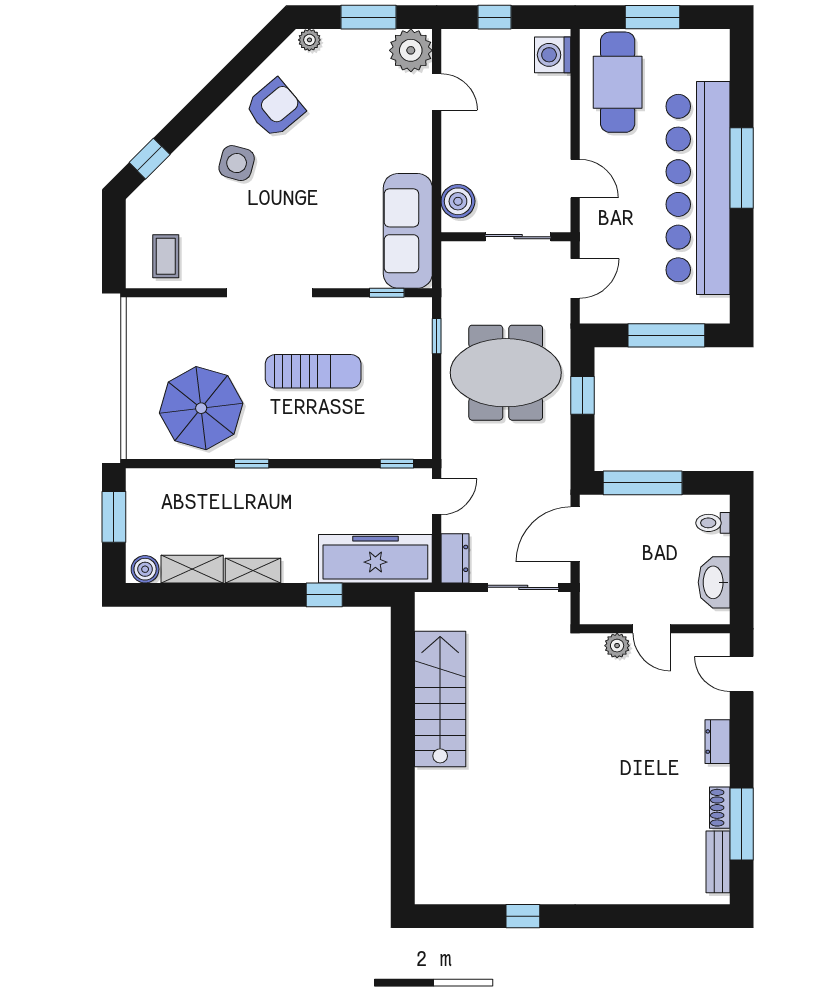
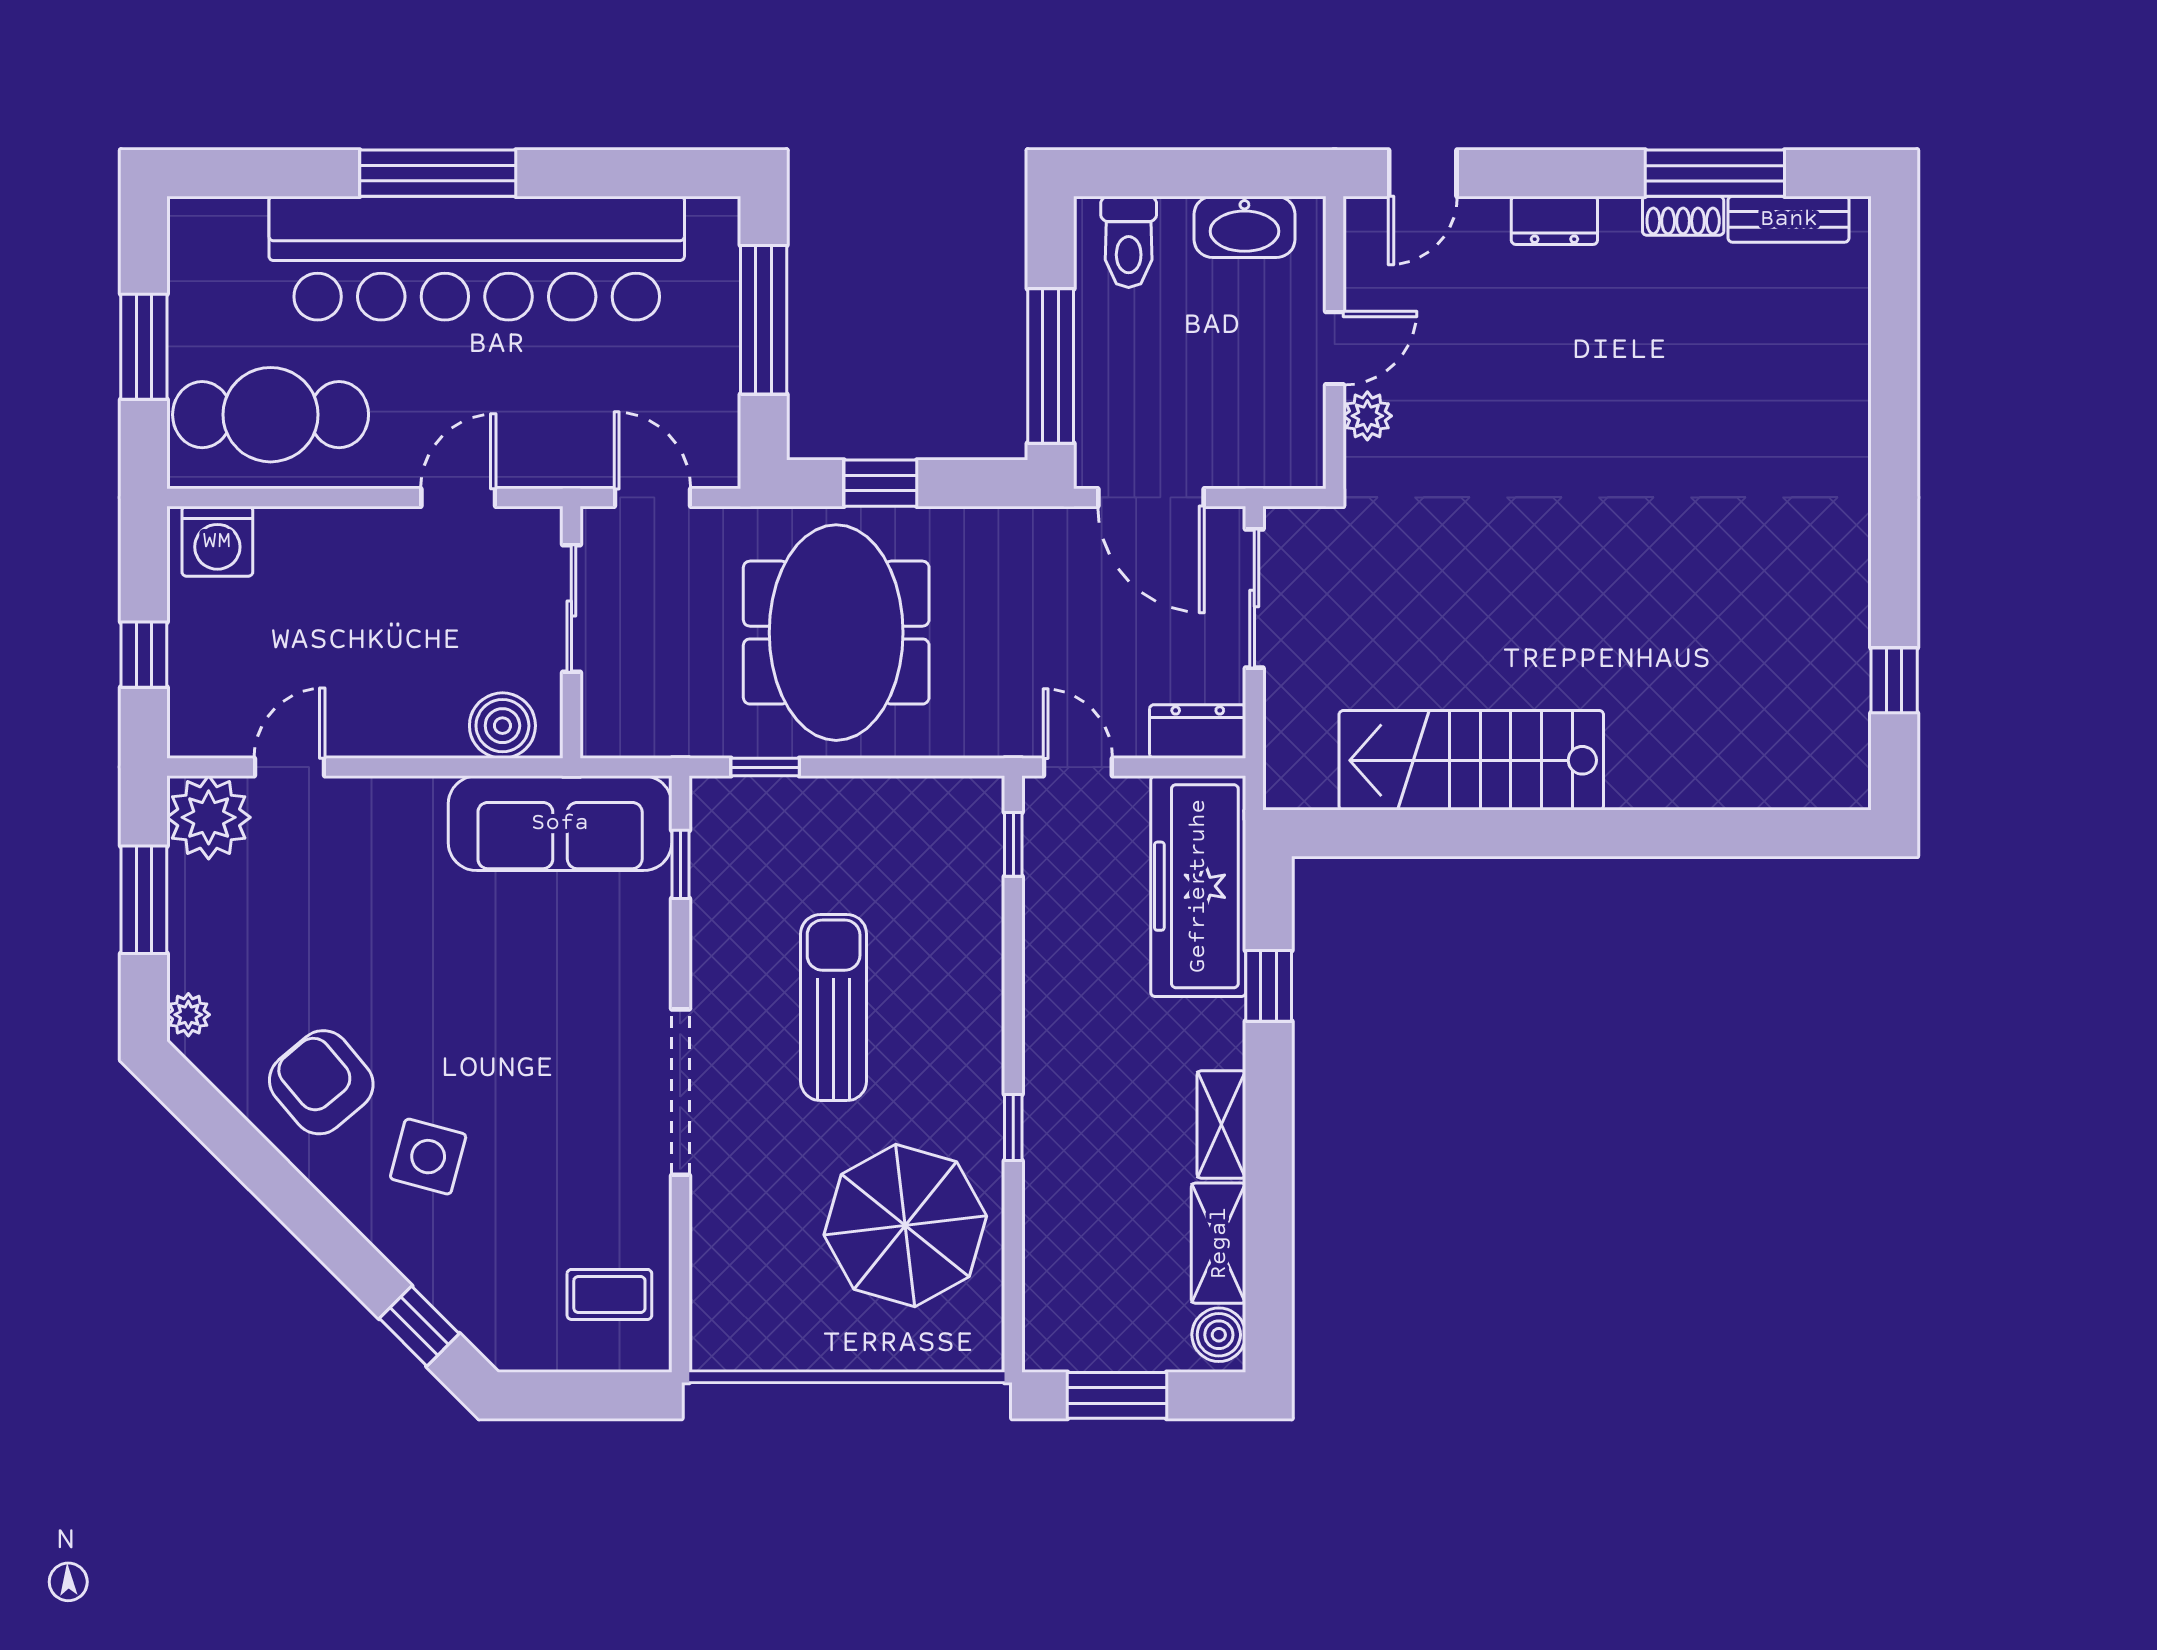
toilet: (713, 523) -> (1129, 242), width x1.37, depth x1.39
window: (523, 916) -> (1894, 680), moved

